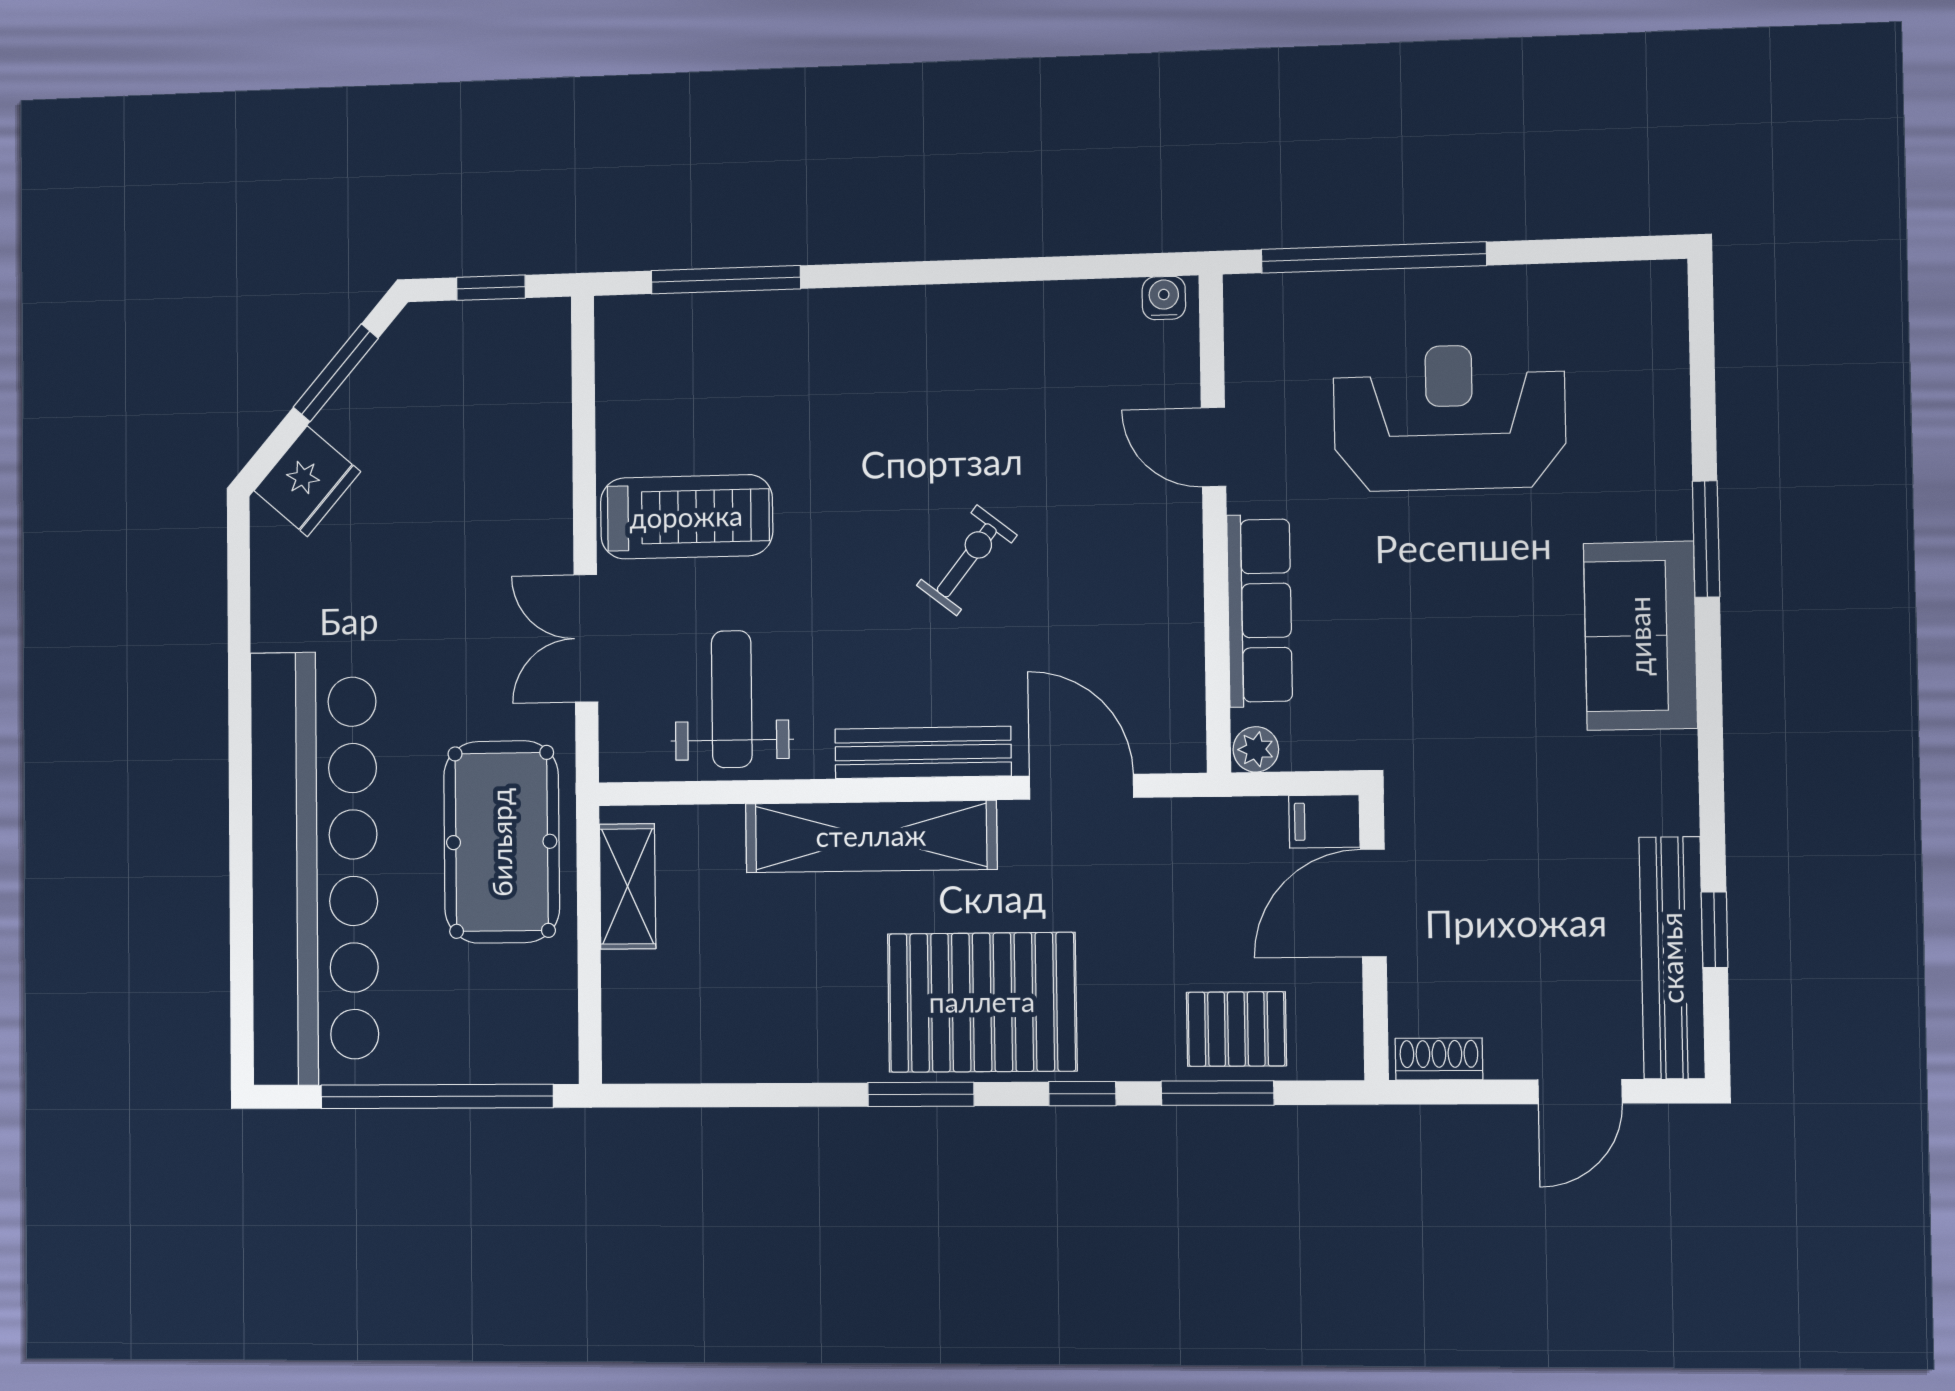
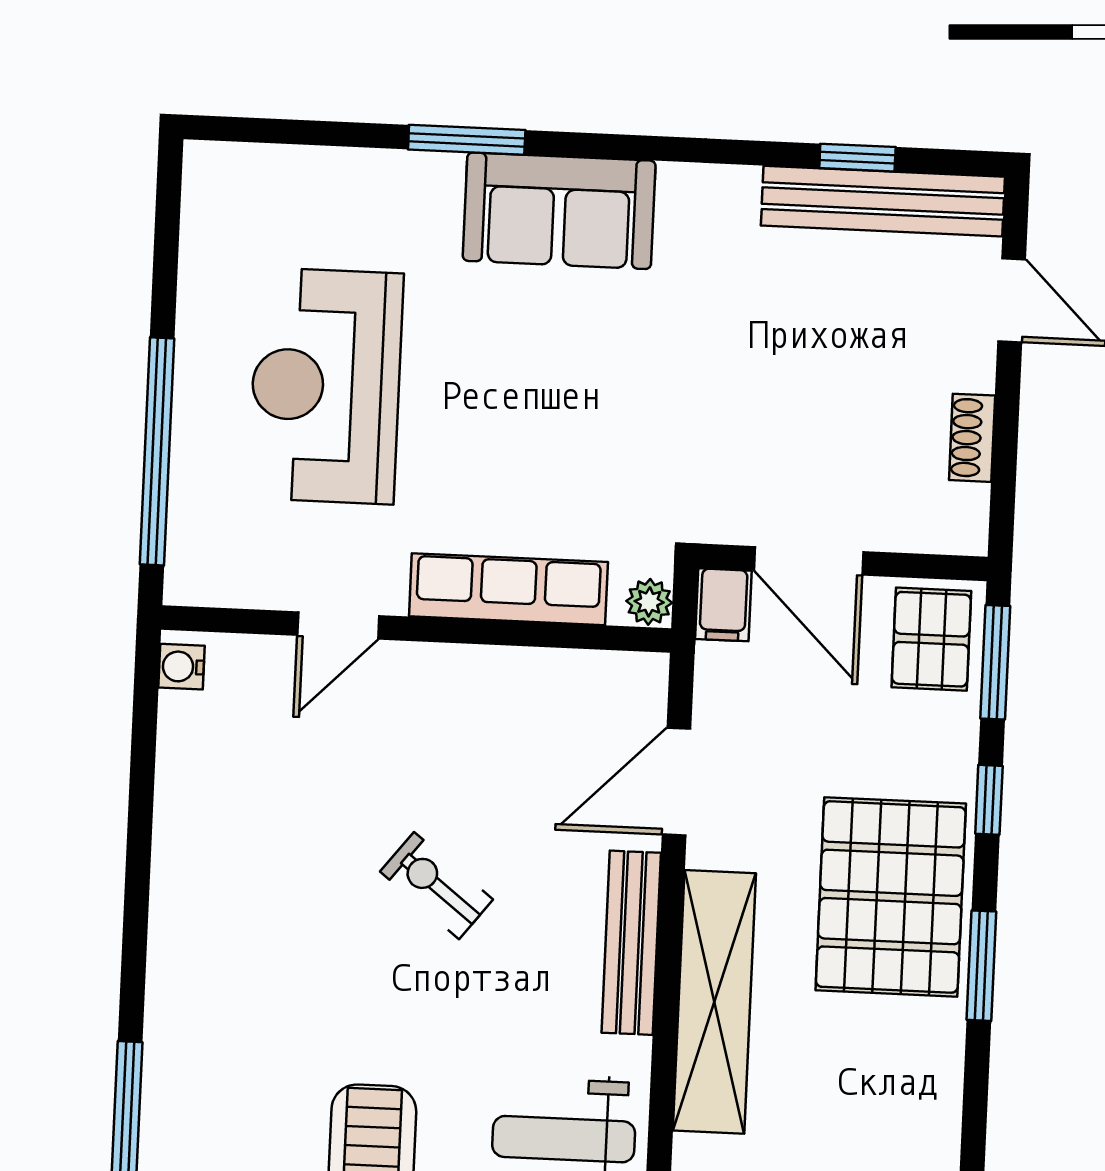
filing cabinet: (1324, 821) -> (723, 605), moved
door: (1373, 903) -> (809, 561), moved
wall: (1374, 937) -> (843, 562), moved

